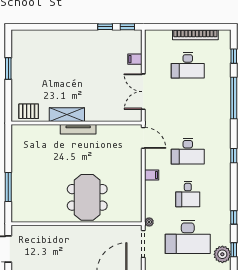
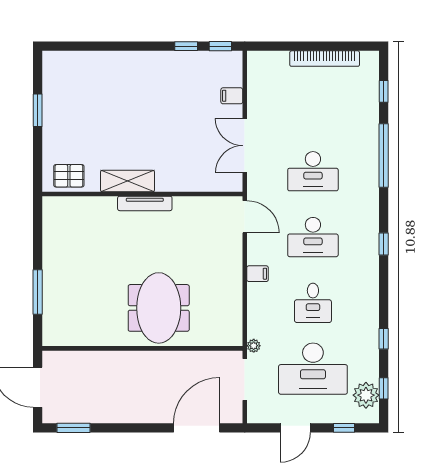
desk: (188, 65) -> (313, 171), moved

